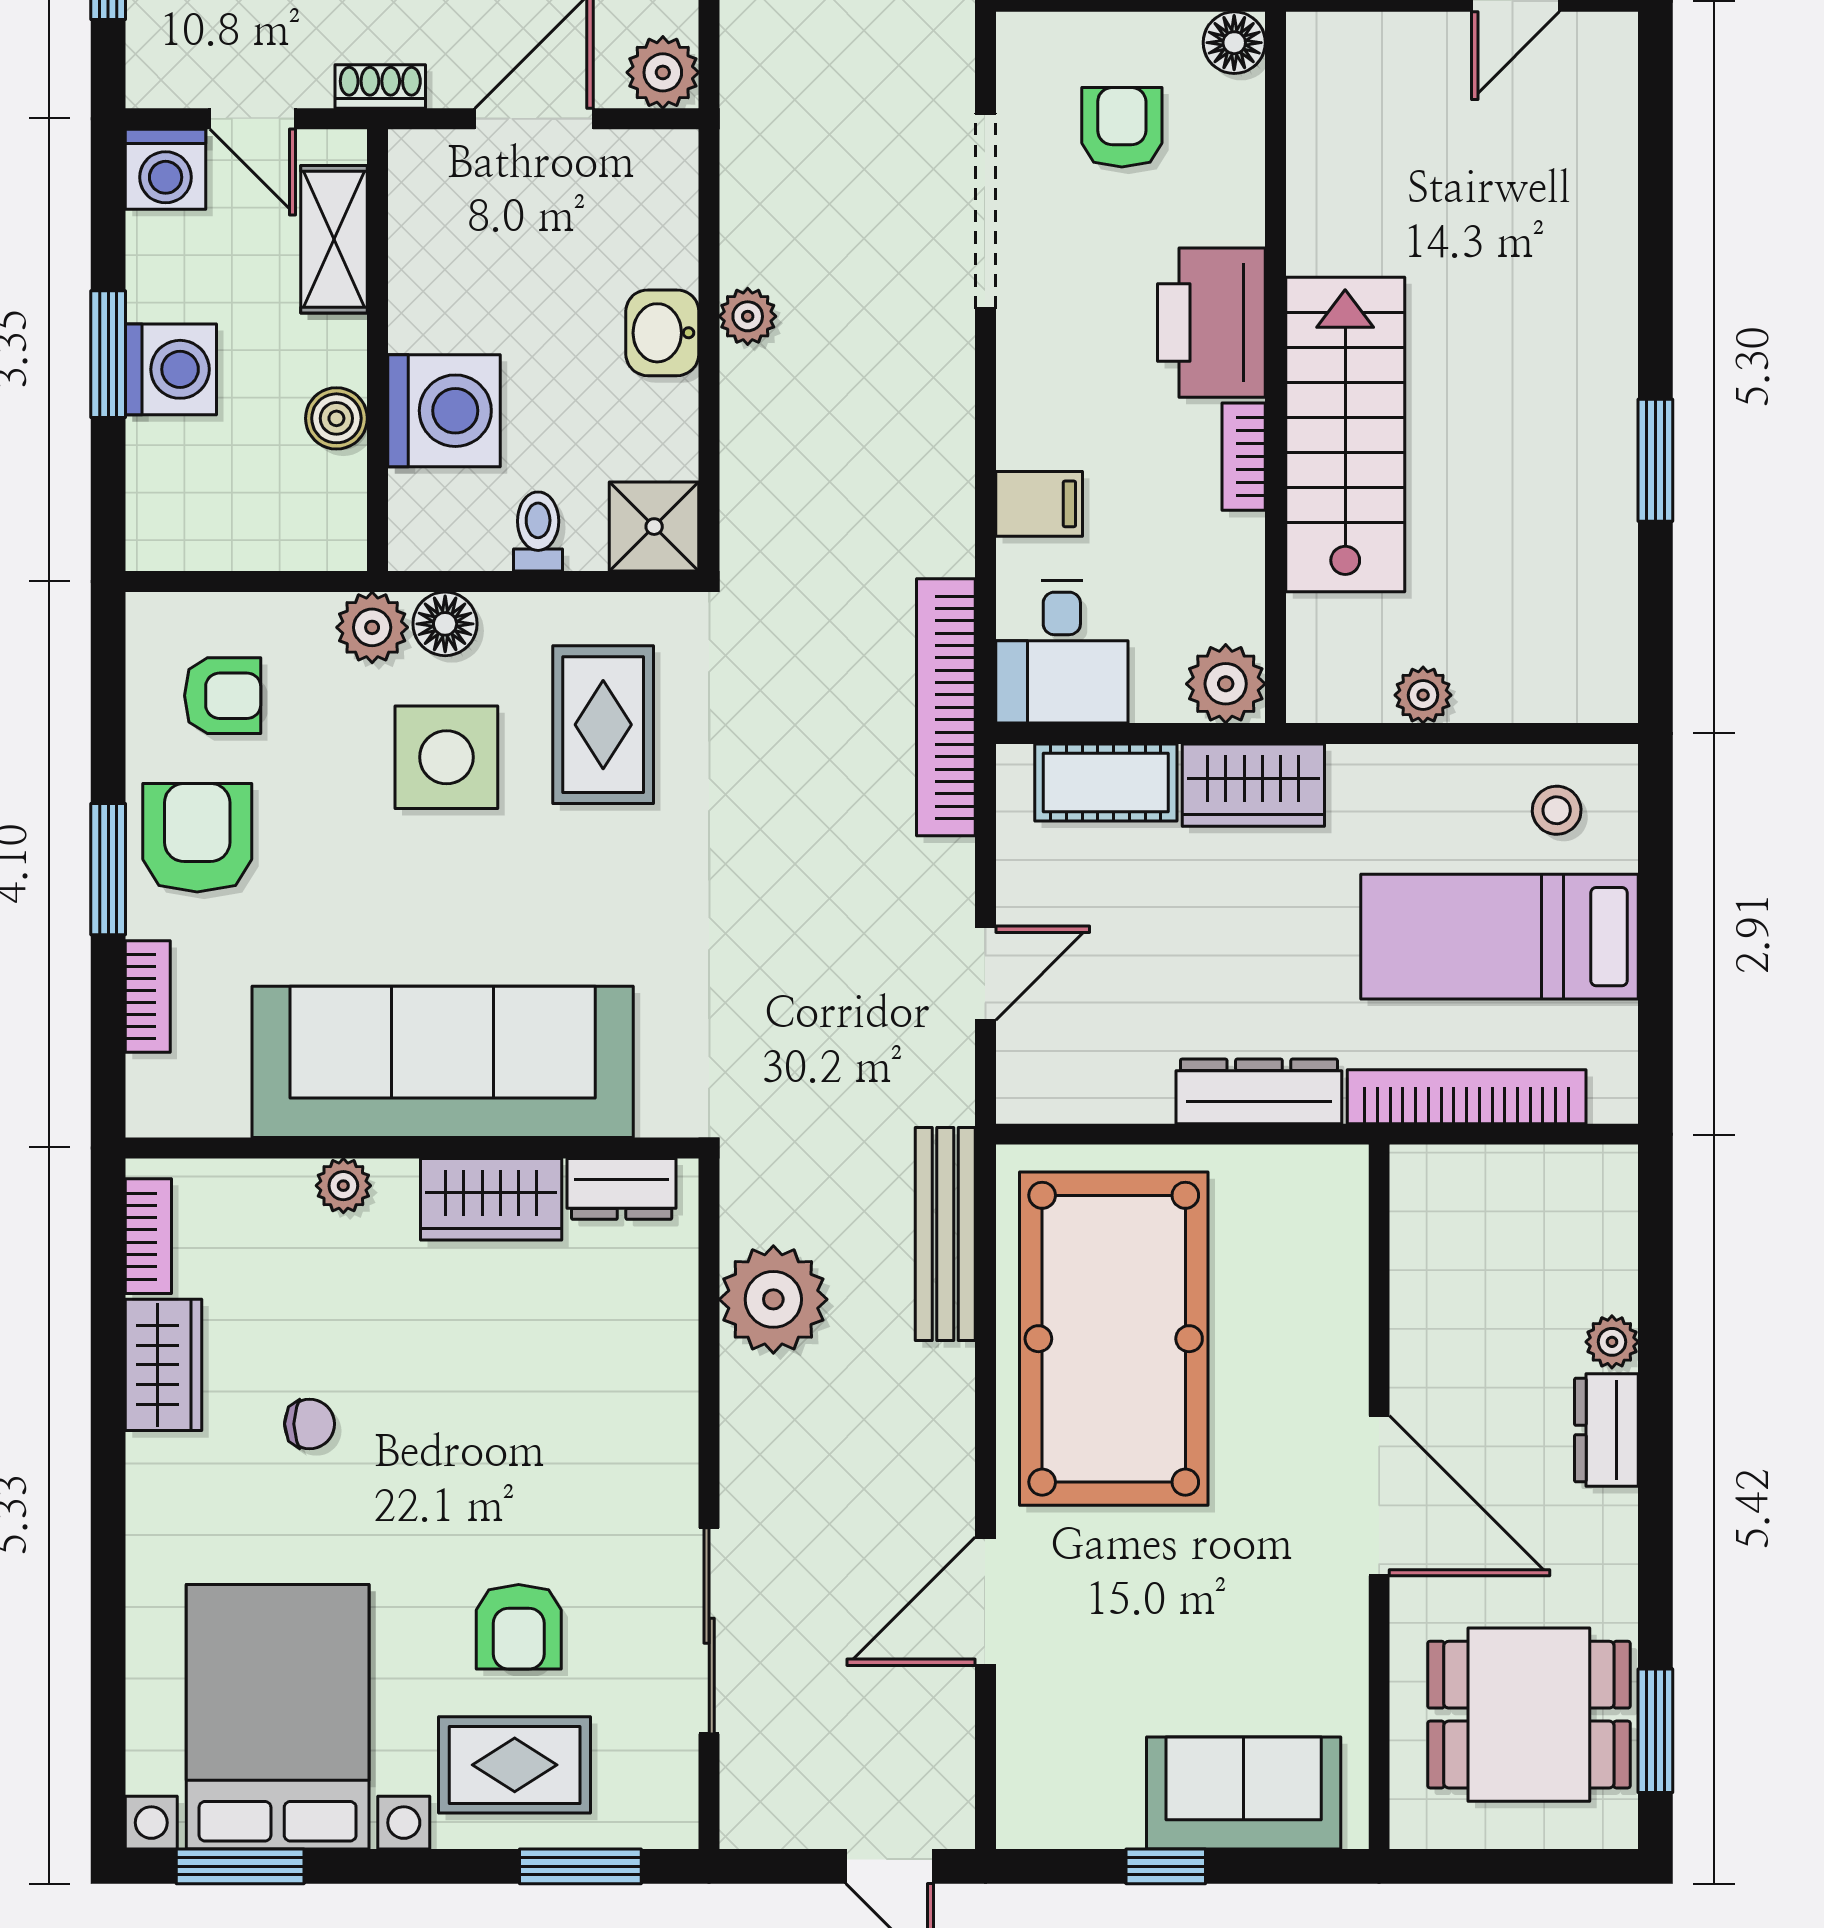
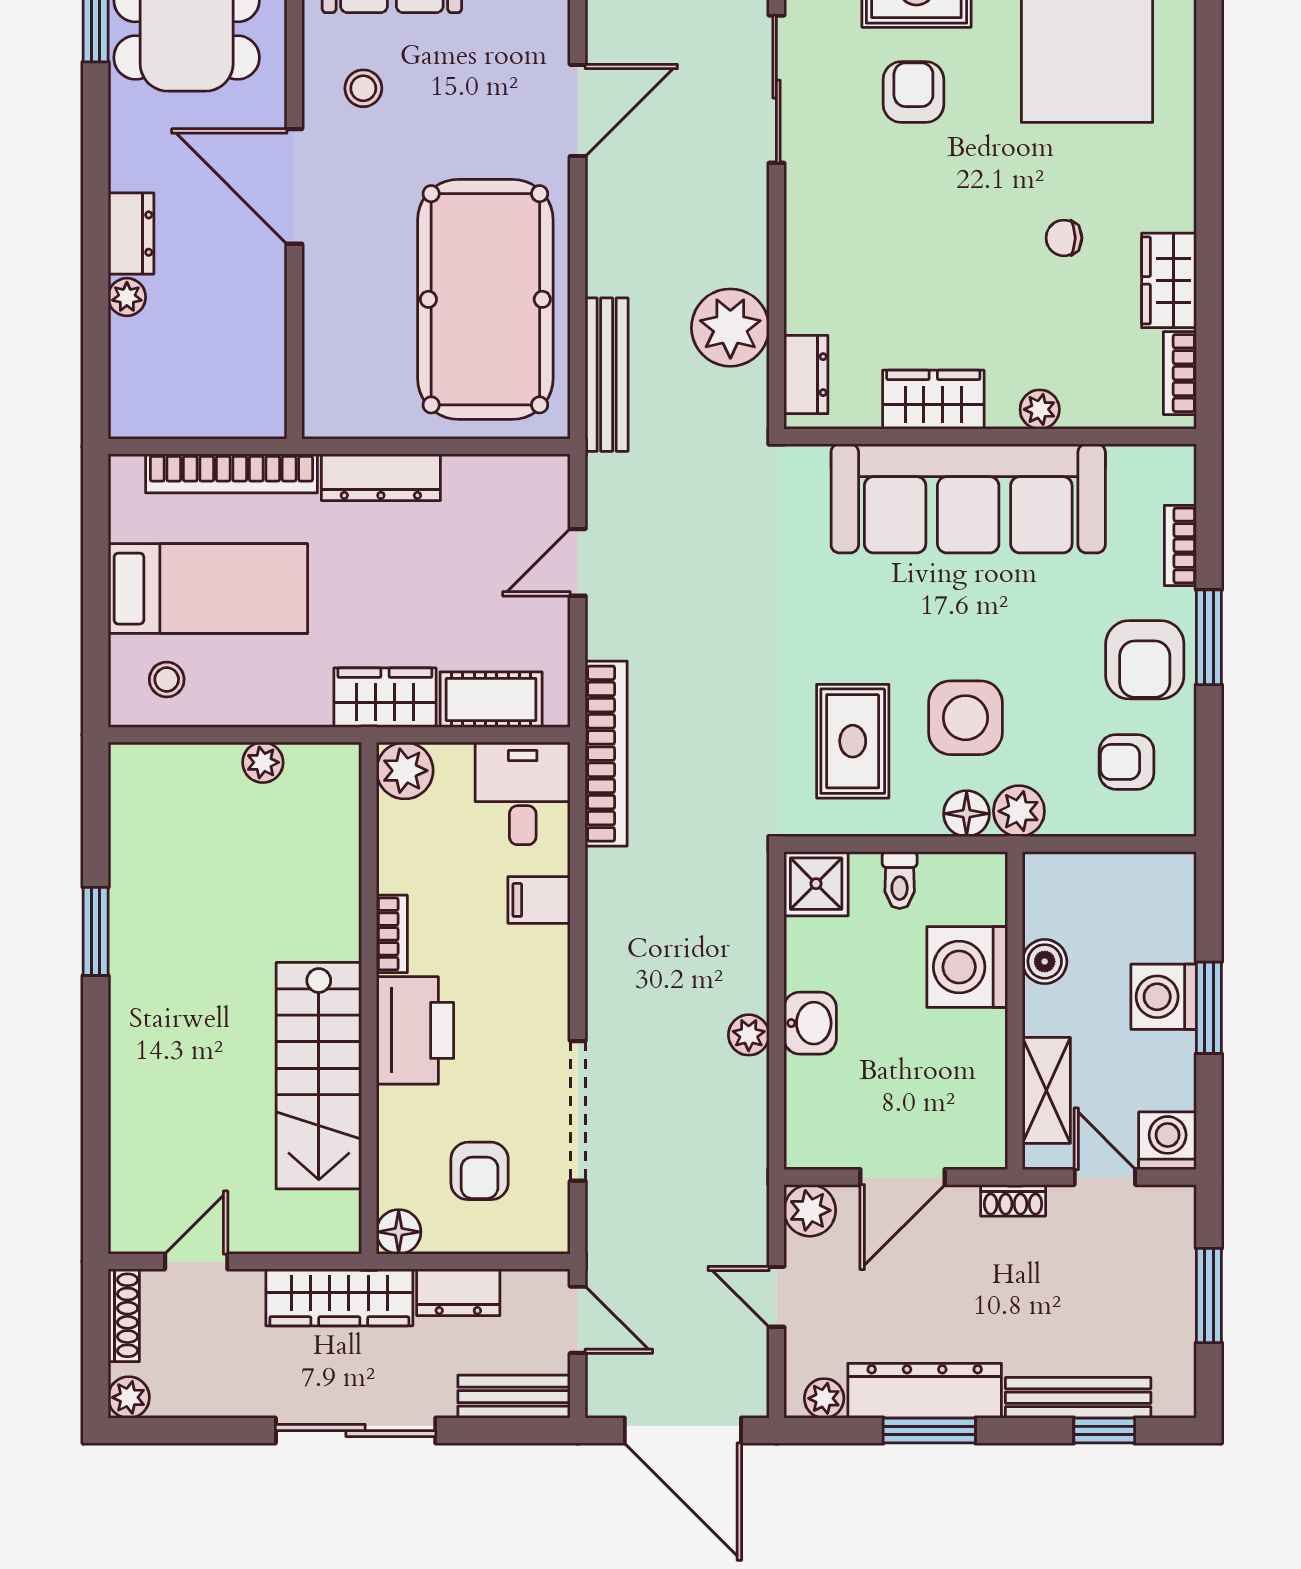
stairs: (1345, 434) -> (319, 1076), moved
dresser: (622, 1189) -> (806, 375), moved, turned 90
stool: (1283, 1632) -> (363, 88), added

